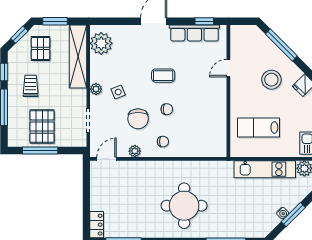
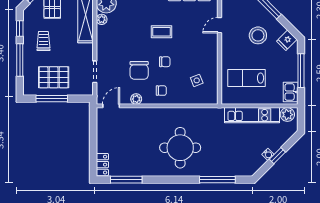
plant: (96, 89) -> (102, 19), moved
side table: (118, 92) -> (197, 80), moved
pallet: (42, 127) -> (54, 77), turned 90
window: (293, 215) -> (277, 156), width x0.67

